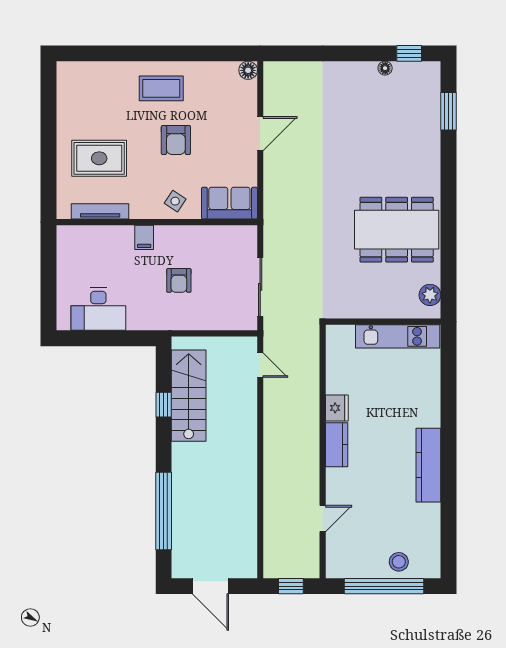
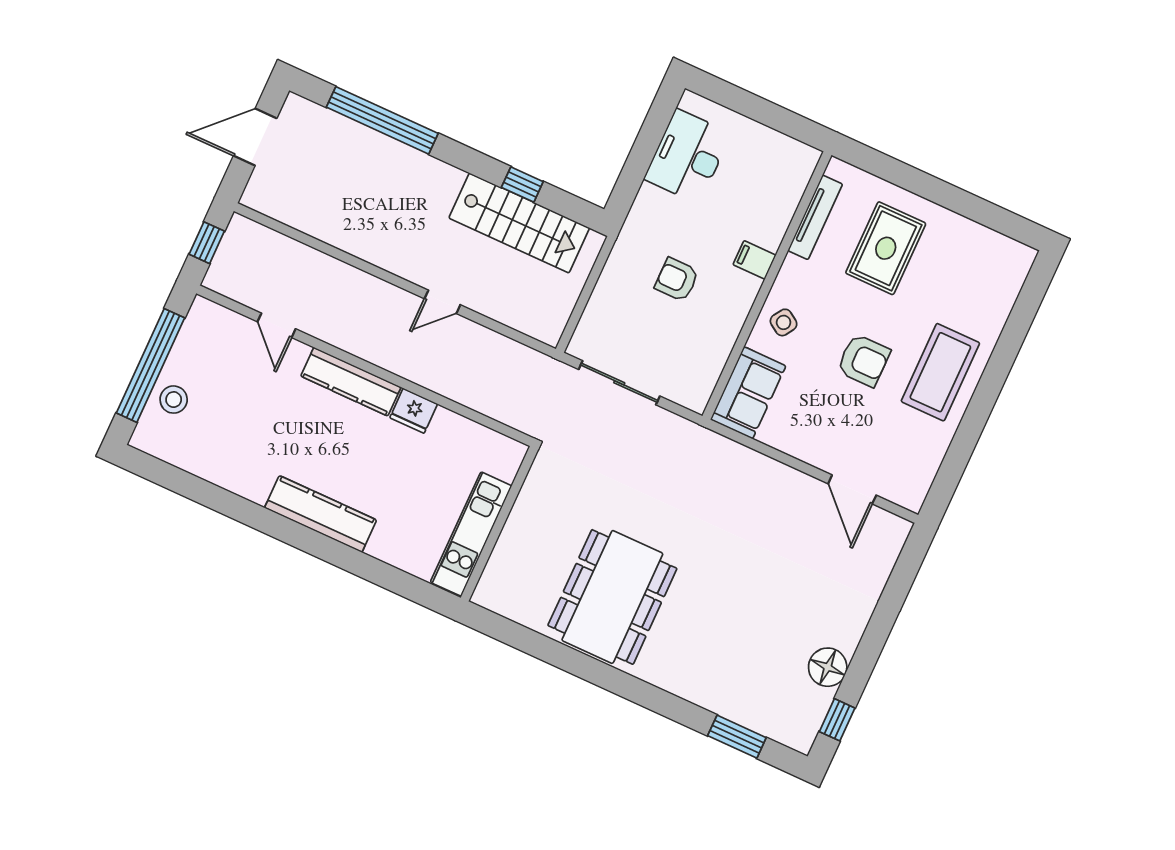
floor lamp: (385, 68) -> (828, 667), width x1.89, depth x1.89
floor lamp: (248, 70) -> (912, 497), removed
coffee table: (161, 88) -> (940, 372), width x1.36, depth x1.32
door: (260, 134) -> (852, 489), moved
armchair: (176, 140) -> (864, 360), turned 180
plant: (430, 295) -> (506, 601), removed
door: (260, 365) -> (442, 302), moved
kitchen counter: (337, 445) -> (351, 382), width x1.50
kitchen counter: (428, 465) -> (321, 514), moved

